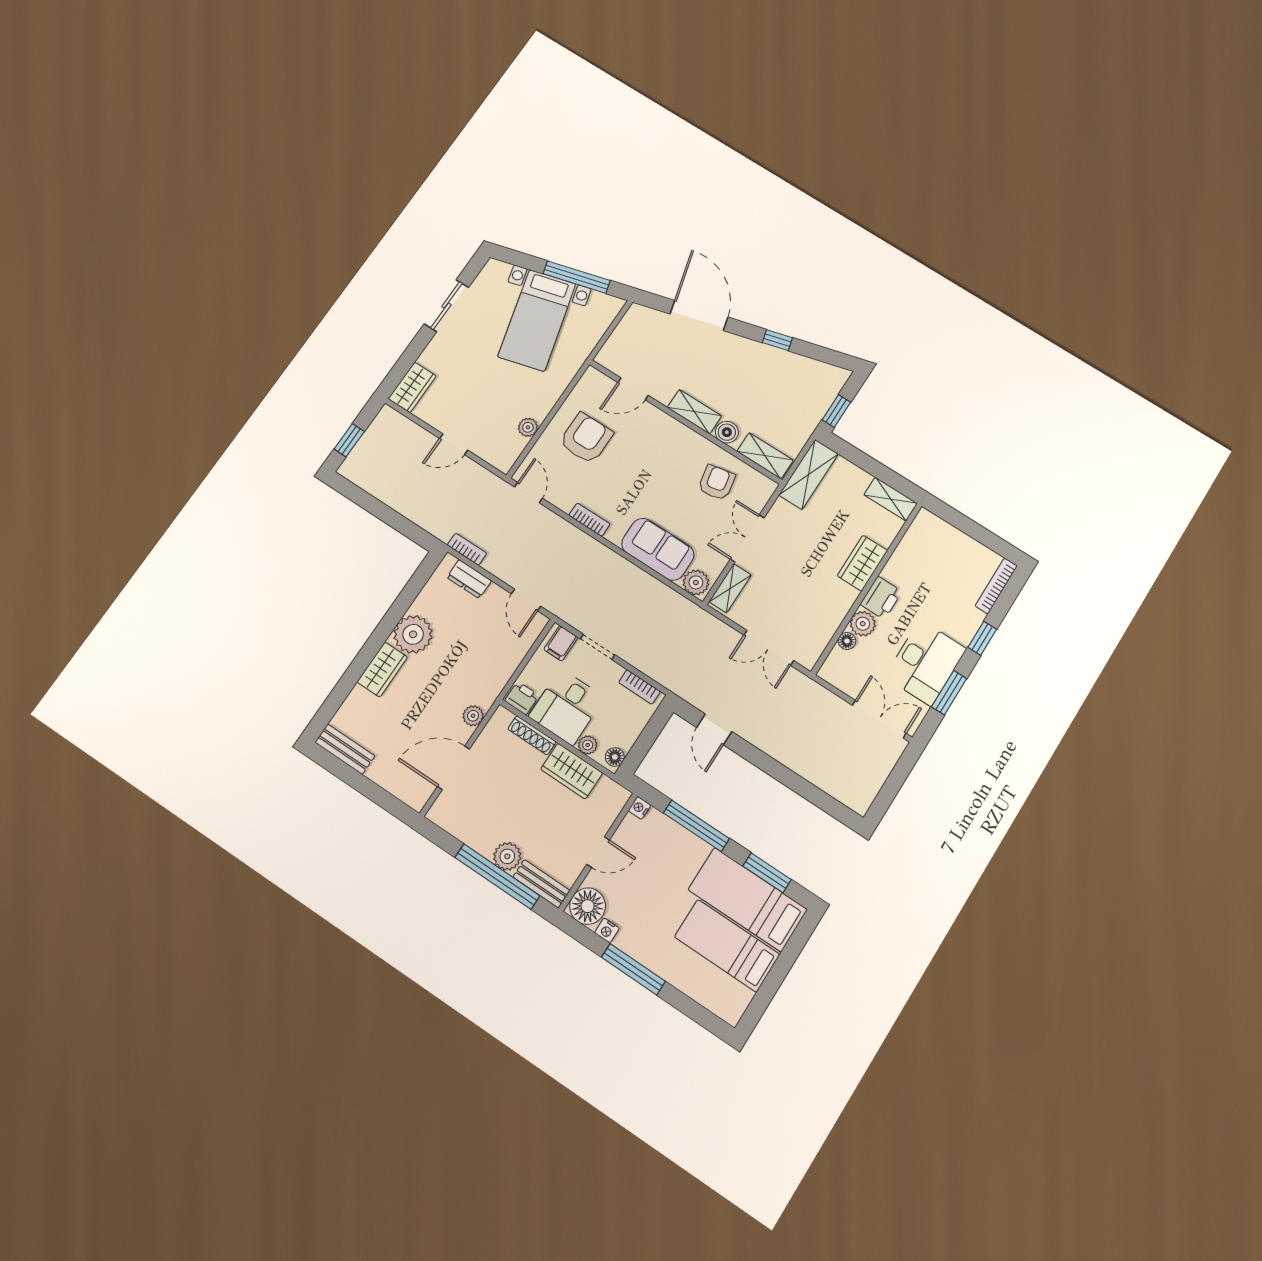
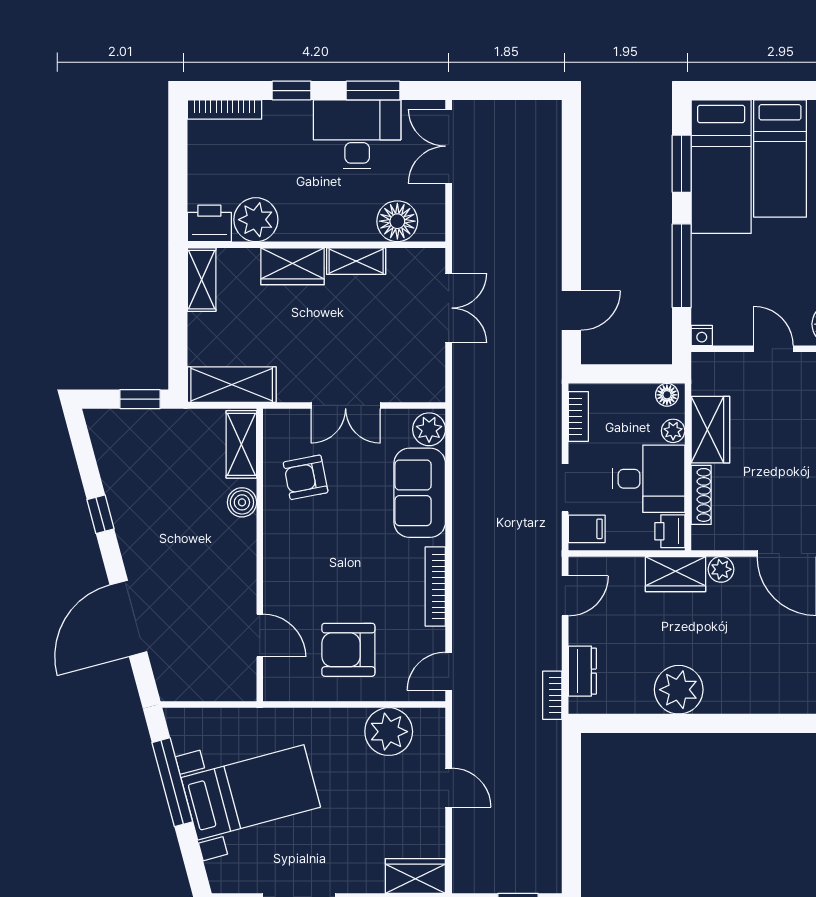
shelving: (694, 412) -> (242, 552), removed
plant: (528, 427) -> (389, 732), width x1.88, depth x1.88
bookcase: (589, 520) -> (435, 587), width x1.56
shelving: (730, 588) -> (356, 261), moved
printer: (881, 598) -> (209, 223), moved
plant: (863, 624) -> (256, 220), moved, width x1.36, depth x1.36
floor lamp: (847, 641) -> (397, 221), width x1.89, depth x1.89
wardrobe: (382, 669) -> (675, 574), moved, turned 180

